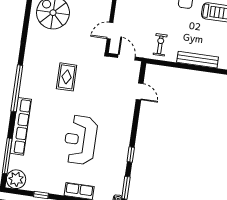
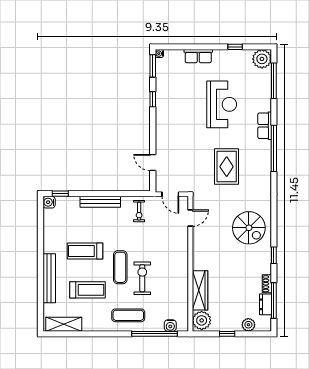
rug: (67, 77) -> (227, 167), width x1.36, depth x1.43
row of seats: (21, 126) -> (265, 126), width x0.50
reception desk: (80, 140) -> (222, 104), moved

